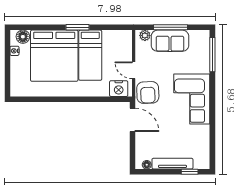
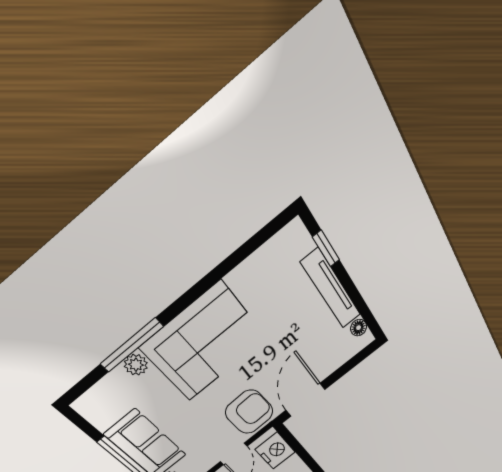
window: (212, 55) -> (132, 345), moved
plant: (204, 67) -> (136, 365), added

